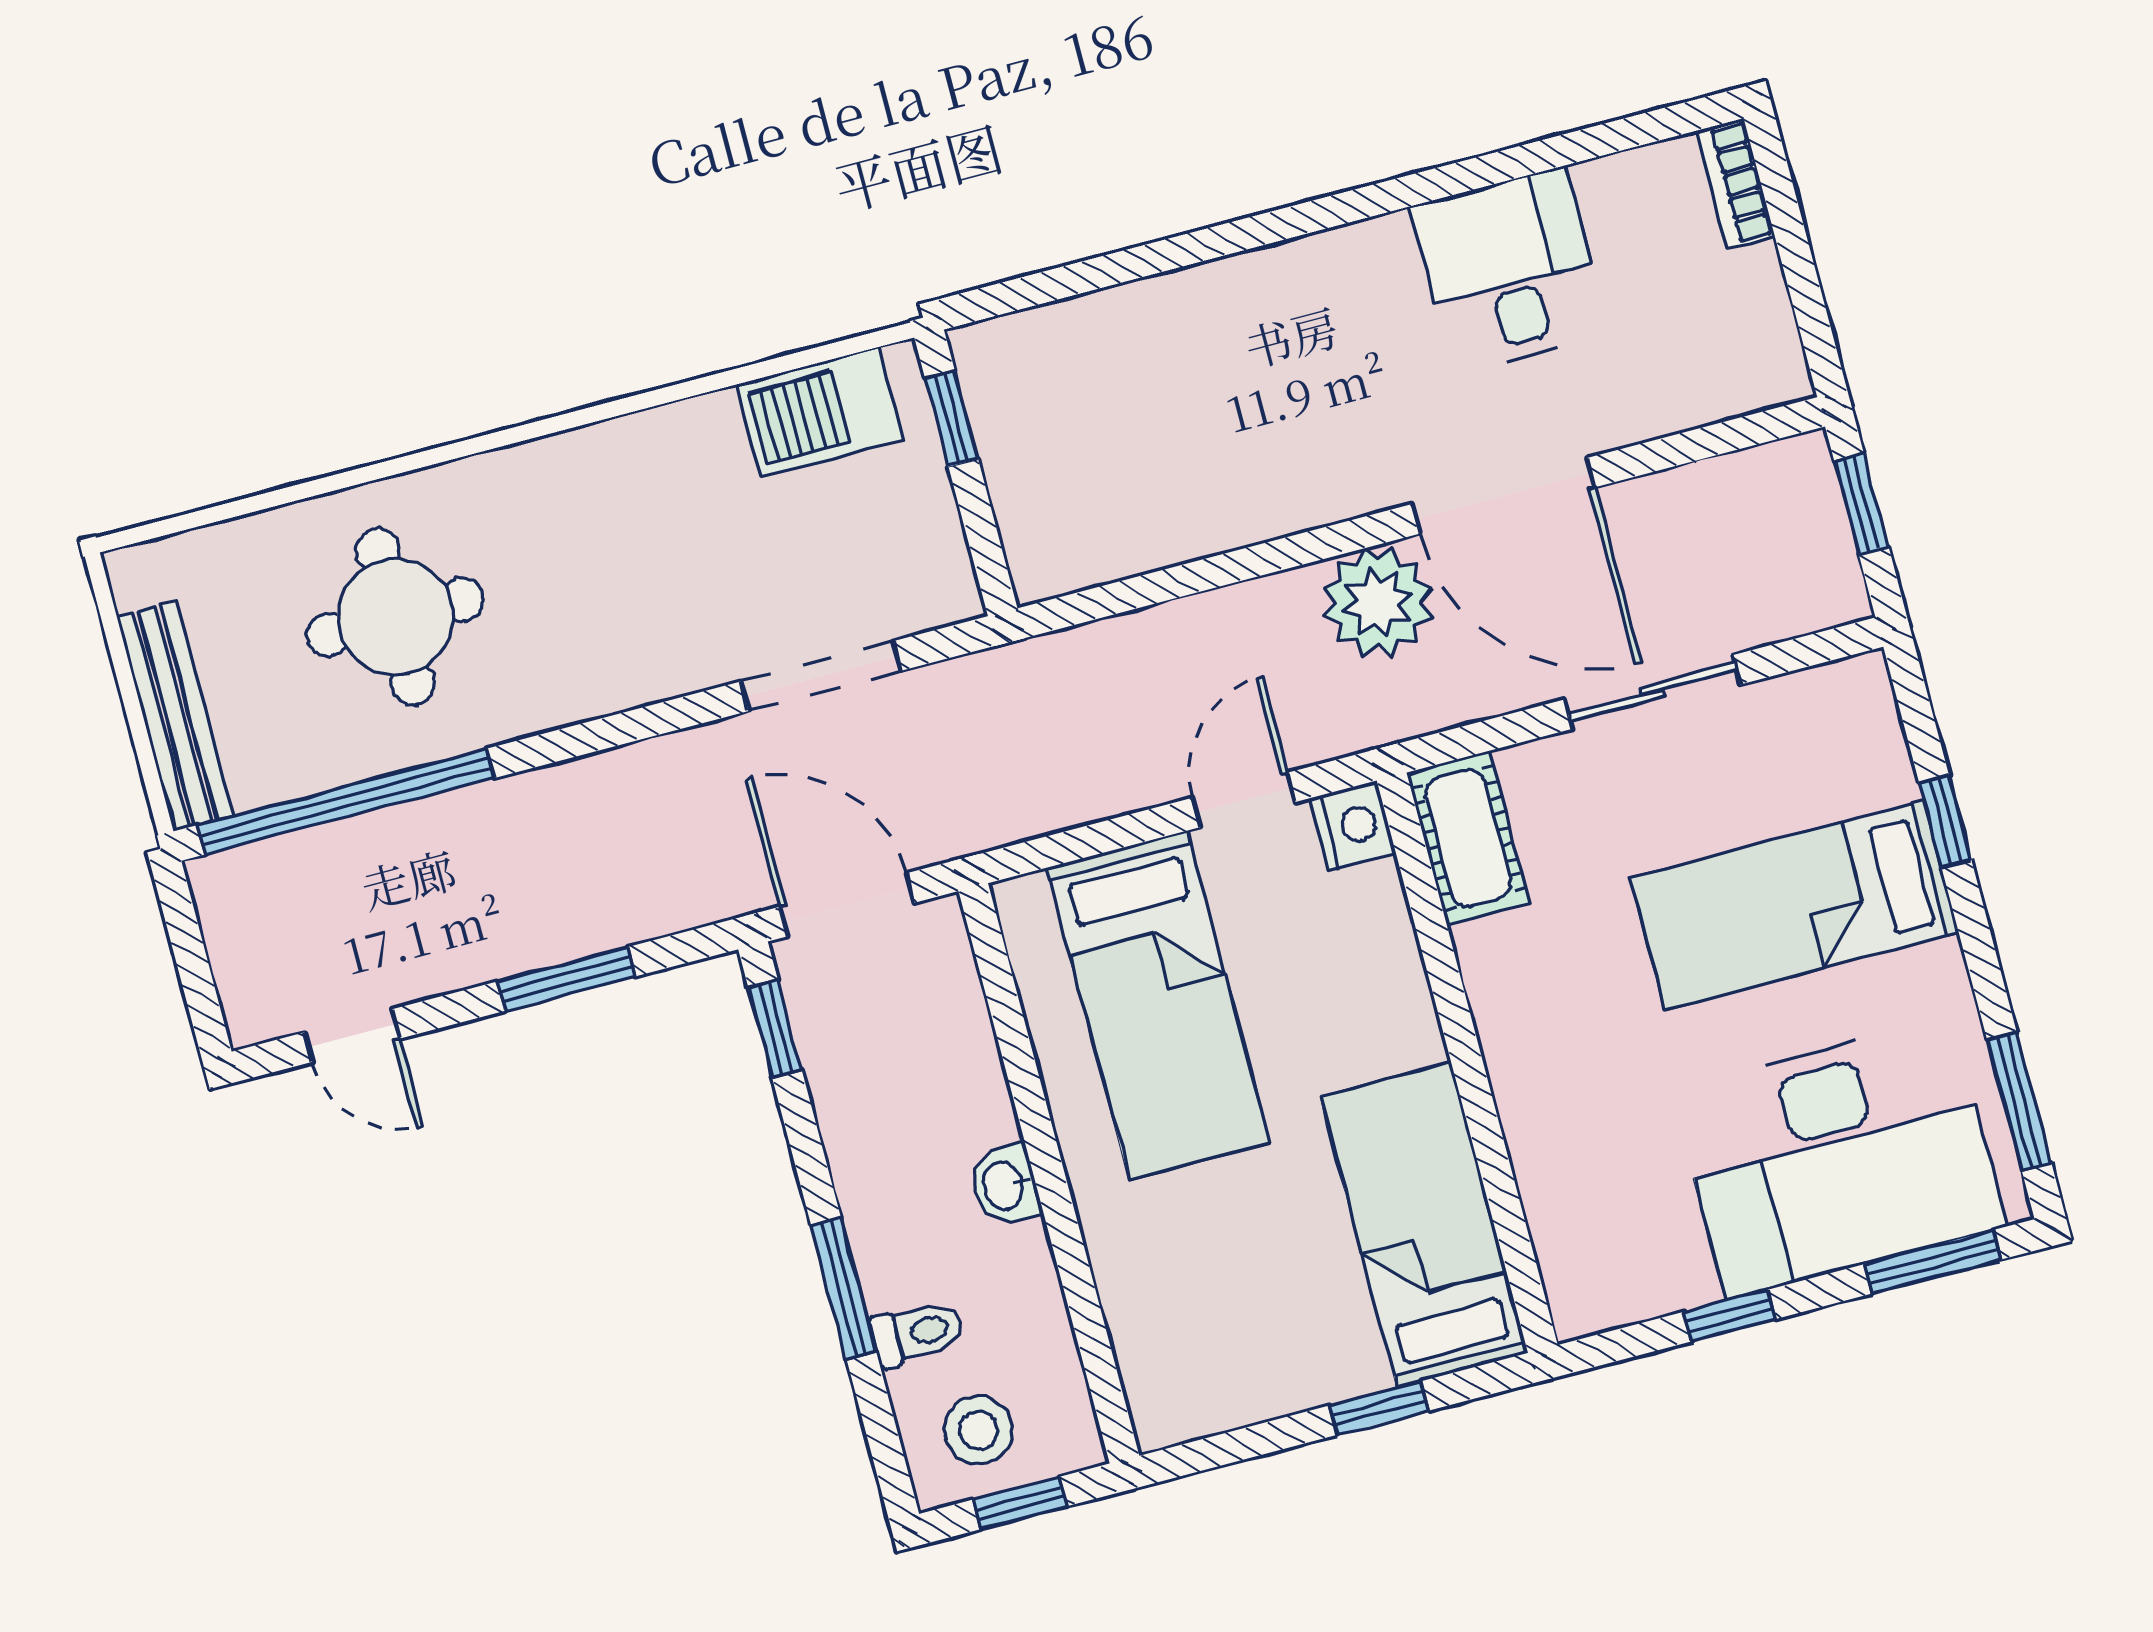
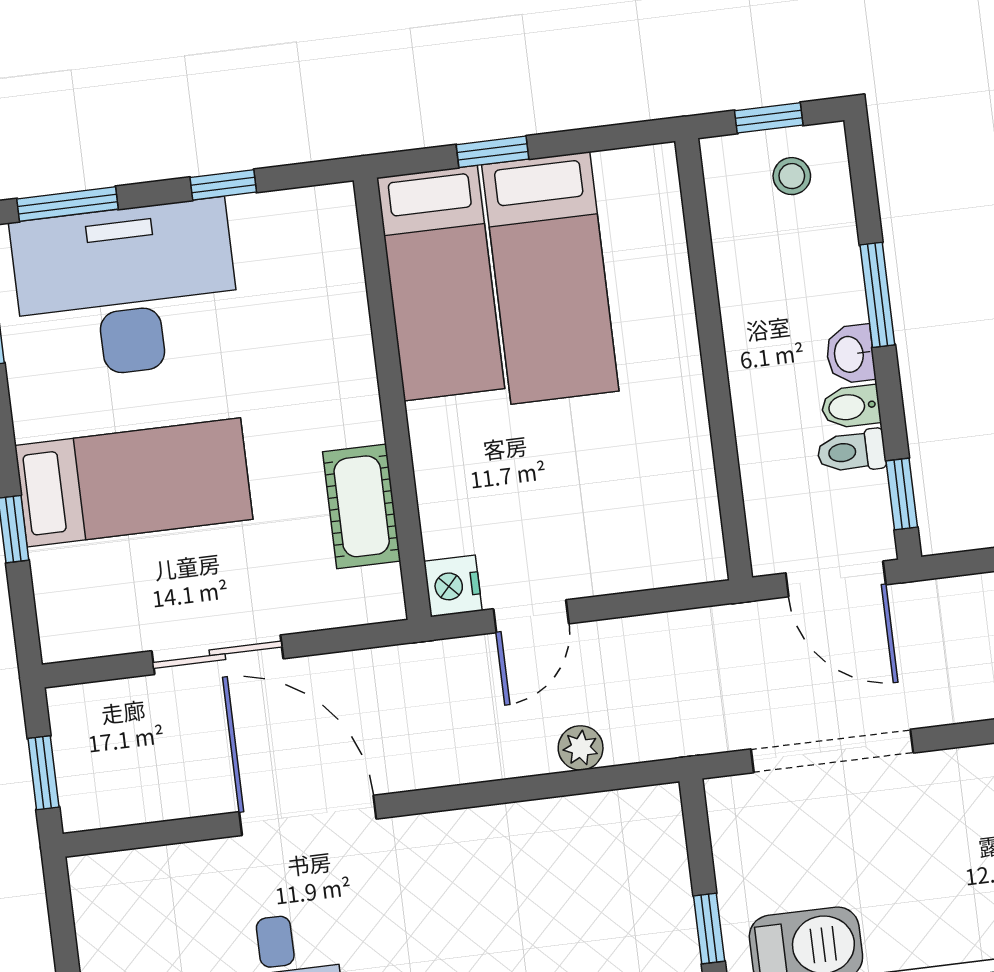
plant: (1378, 603) -> (581, 748), moved, width x0.53, depth x0.53
doorway: (821, 676) -> (832, 751), width x1.36
cot: (1468, 838) -> (362, 506), moved
bed: (1158, 1005) -> (550, 278), moved, turned 180
bidet: (859, 1135) -> (851, 407), added
washbasin: (1005, 1185) -> (850, 354), moved, turned 180
toilet: (917, 1333) -> (852, 451), moved
stool: (978, 1430) -> (792, 176), width x0.73, depth x0.73

